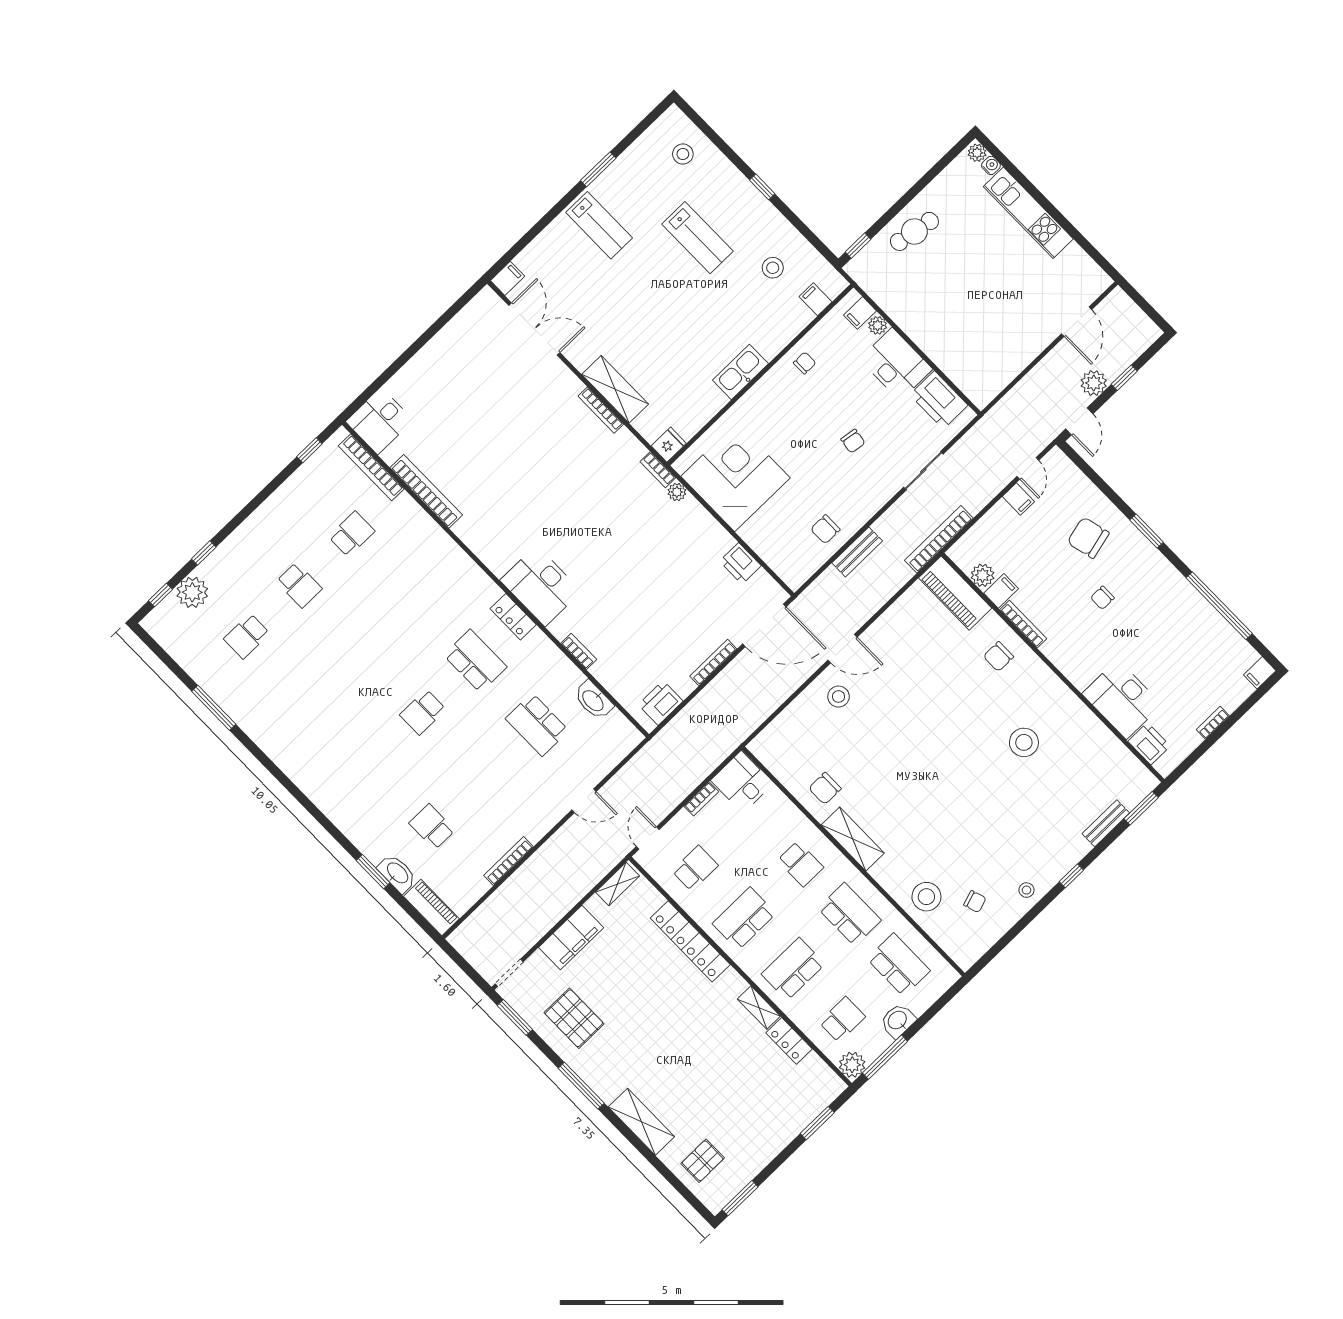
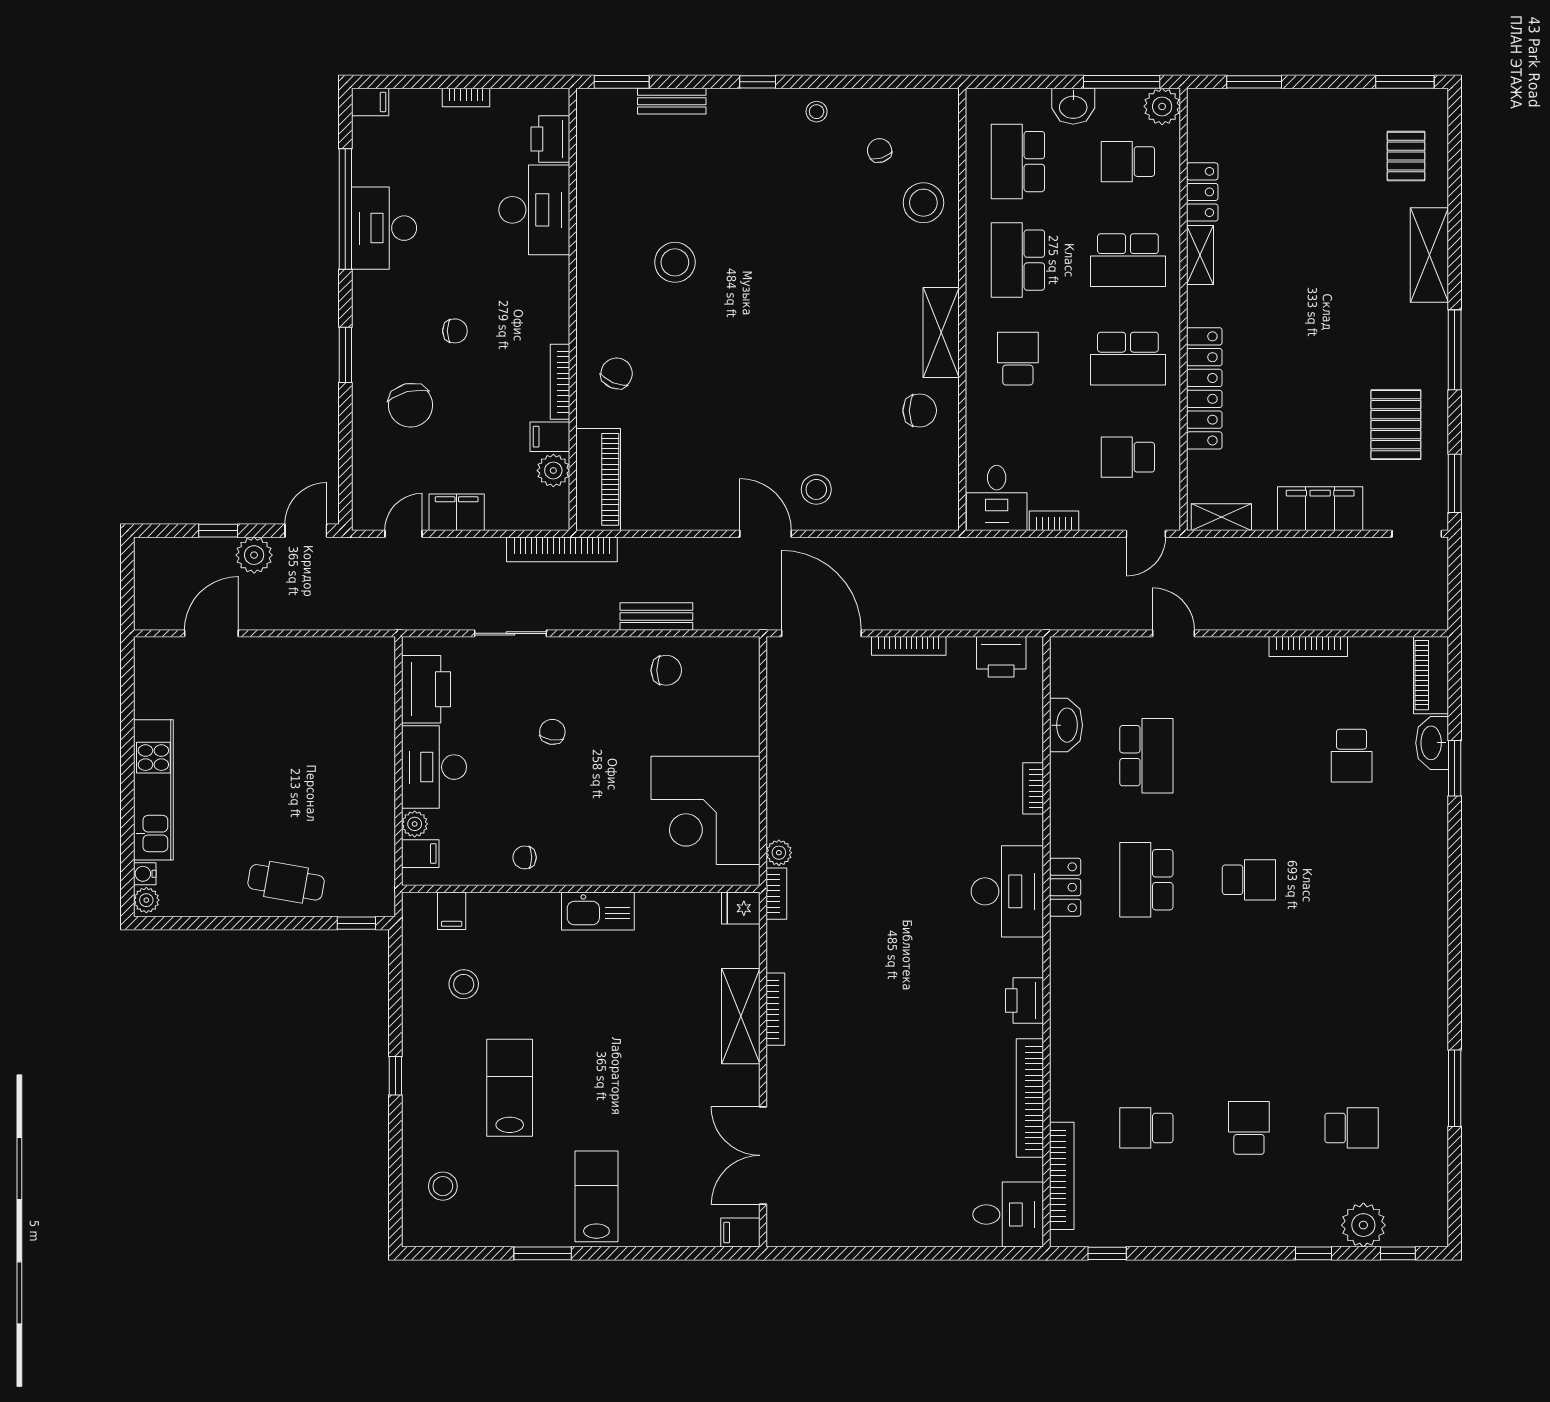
filing cabinet: (1018, 499) -> (457, 512), width x2.00
printer: (740, 563) -> (1024, 1000), moved, turned 180
desk: (1190, 615) -> (384, 228), added
chair: (998, 657) -> (617, 373), turned -67
pallet: (703, 1161) -> (1406, 156), turned 90

